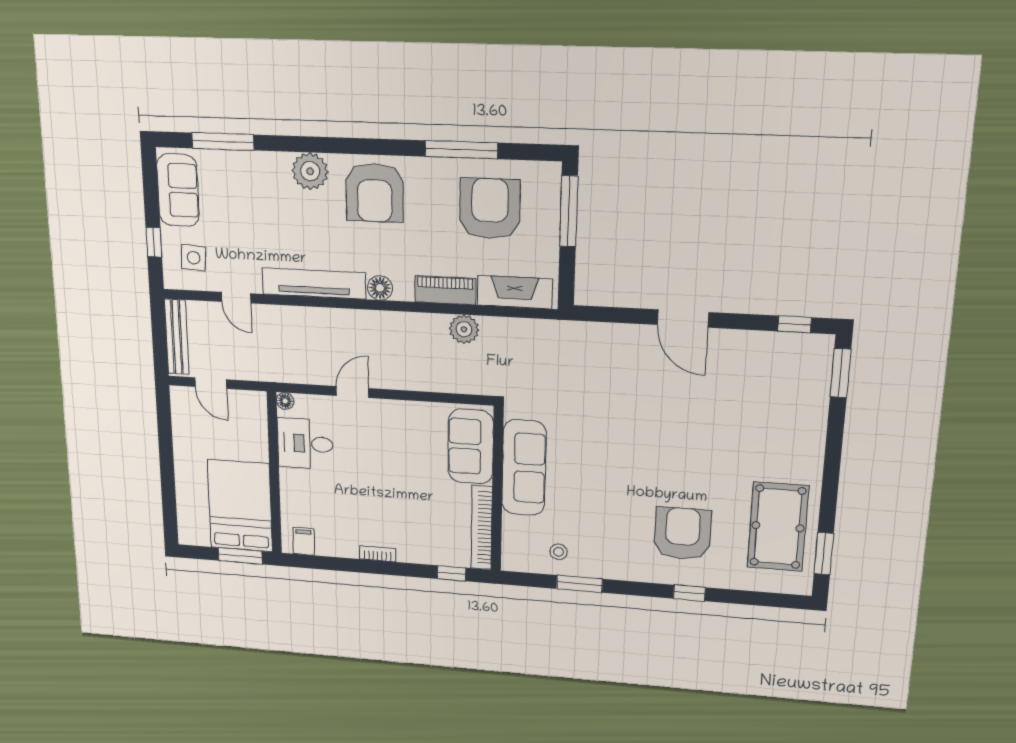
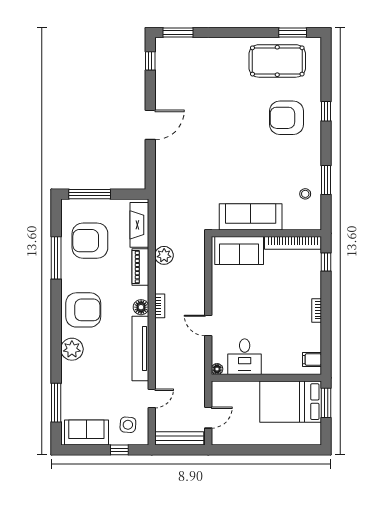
bookcase: (382, 318) -> (160, 306), added

